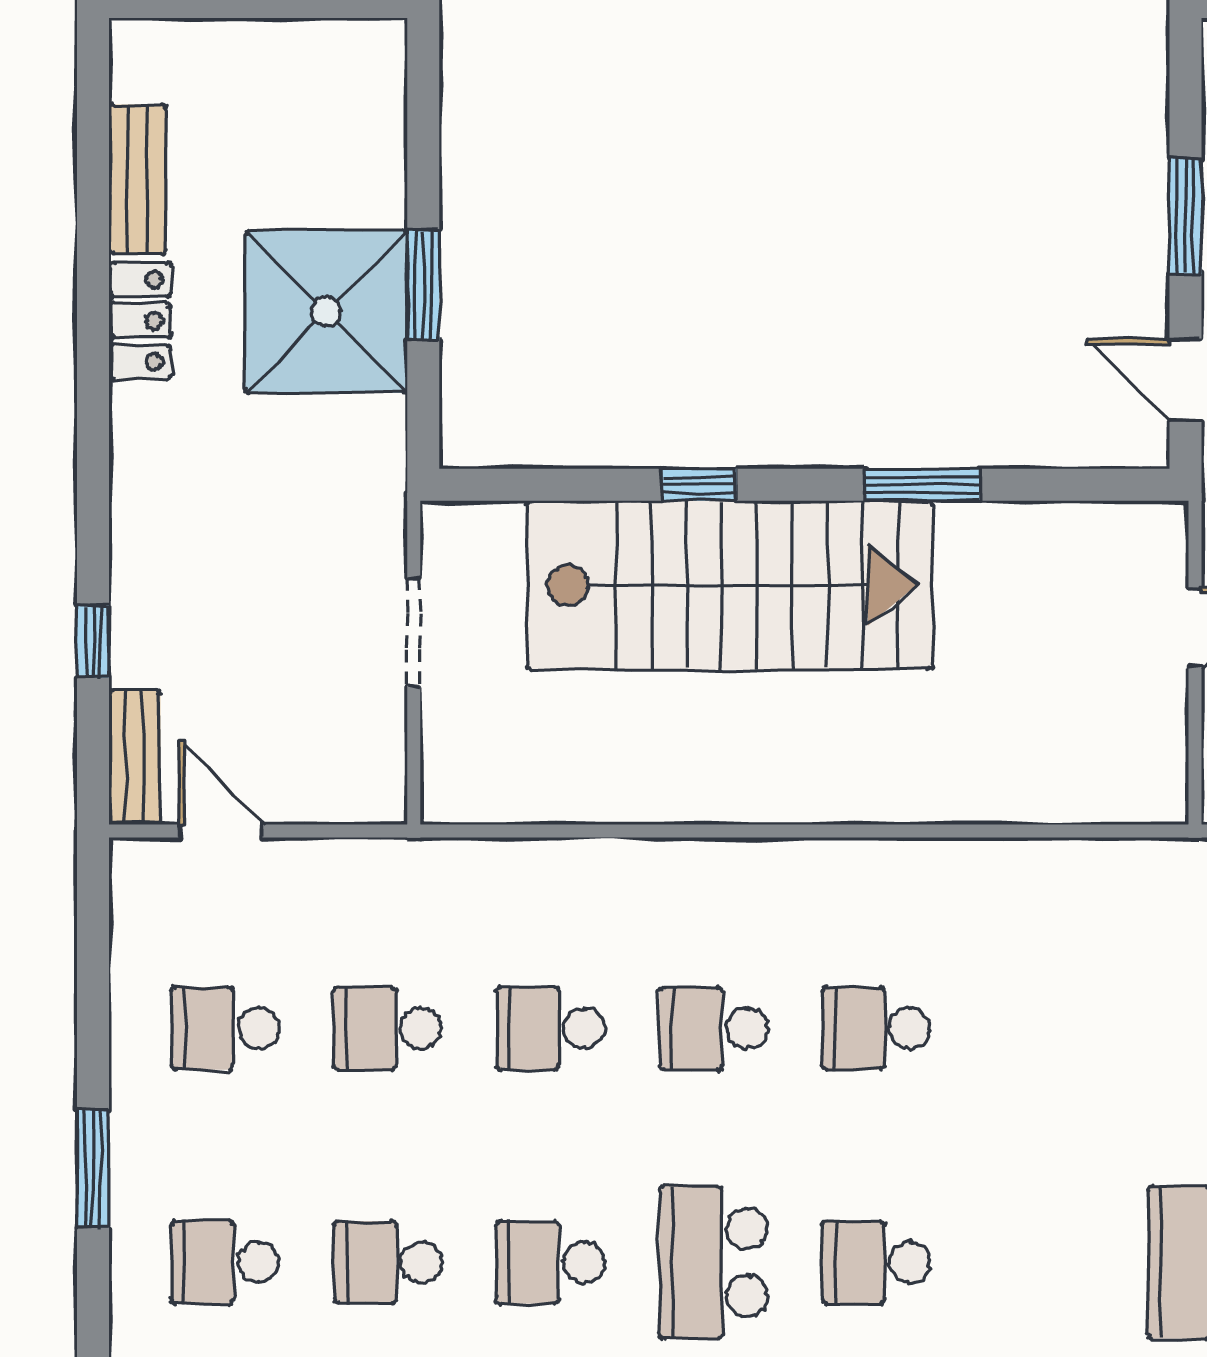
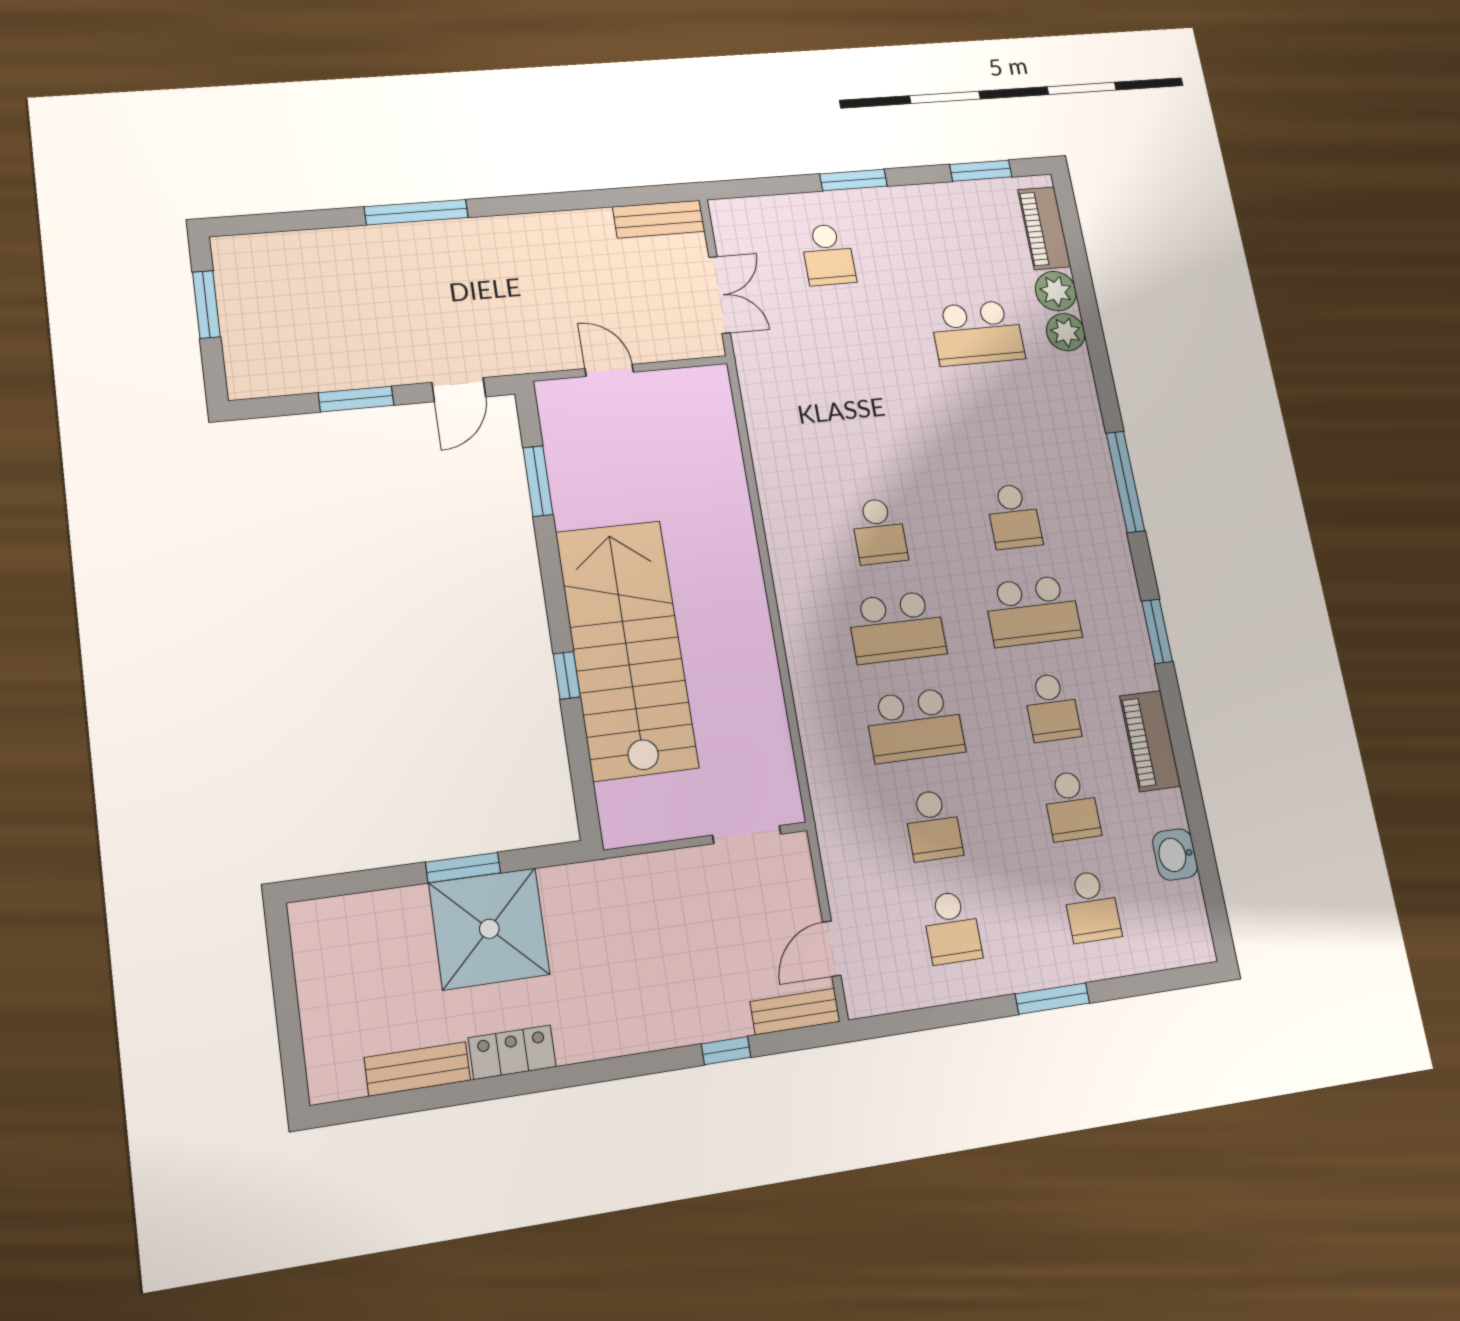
window: (922, 485) -> (538, 481), moved
doorway: (414, 632) -> (747, 835), moved
school desk: (551, 1028) -> (915, 725), width x1.85
school desk: (713, 1028) -> (897, 627), width x1.85

